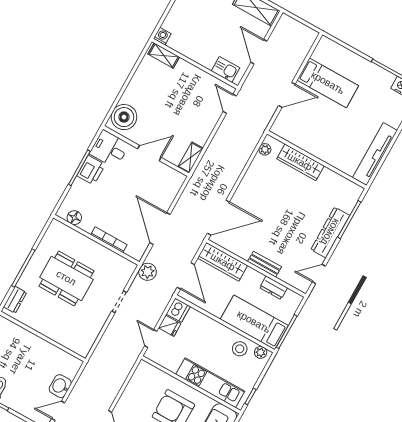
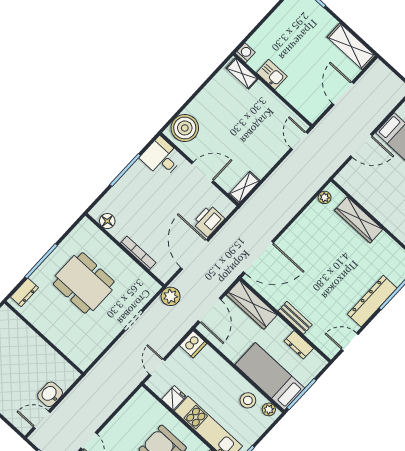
kitchen sink: (225, 69) -> (272, 74), moved
printer: (91, 170) -> (209, 221), moved, turned 180
fridge: (170, 326) -> (174, 398), moved, turned -90

